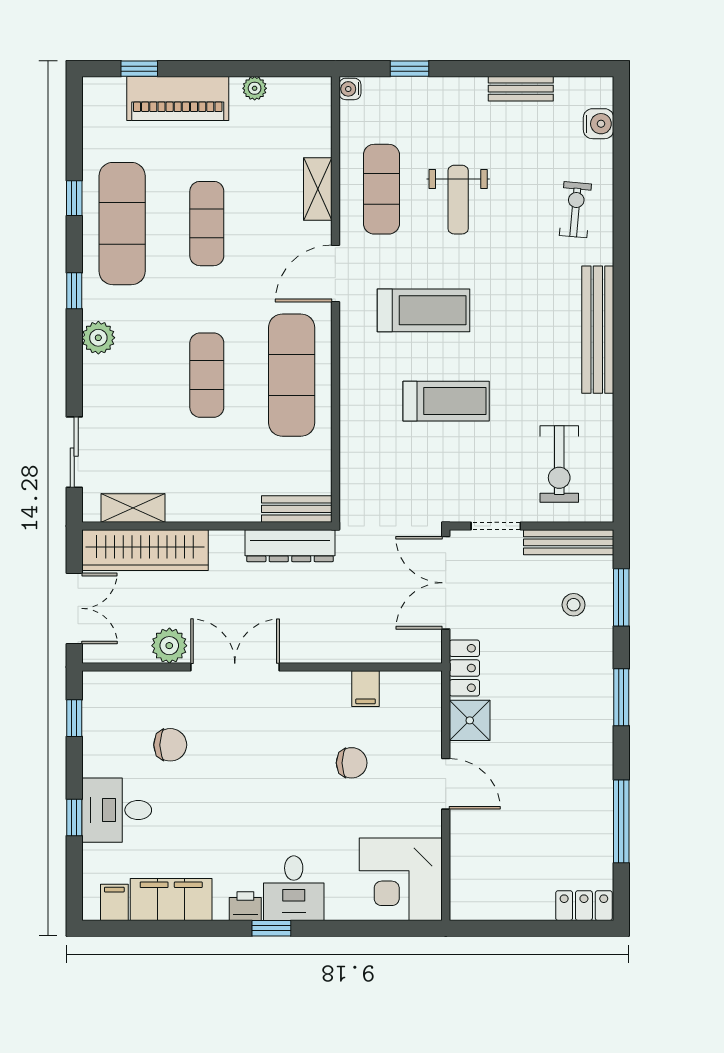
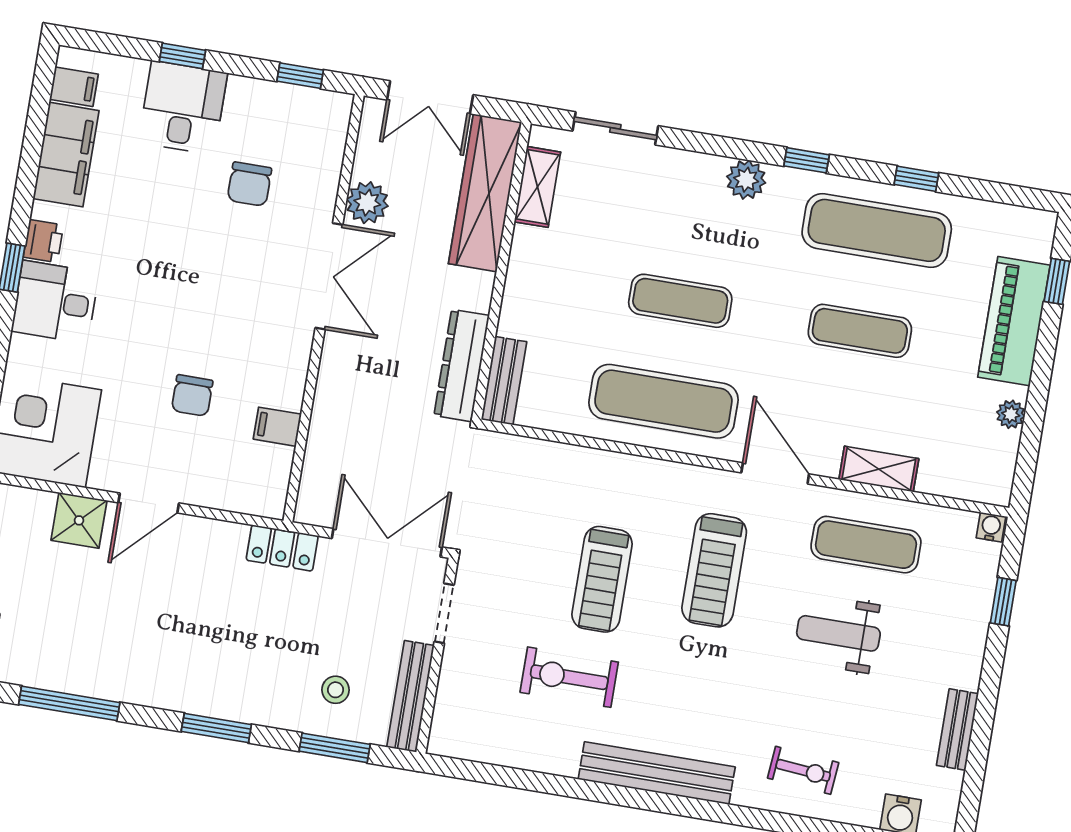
exercise bike: (559, 464) -> (569, 677), moved
shower: (470, 720) -> (79, 520), moved

